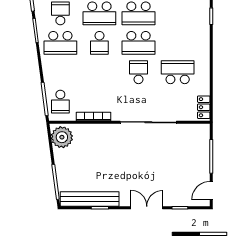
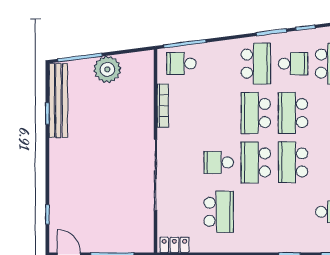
school desk: (60, 43) -> (256, 64), turned 180
school desk: (99, 43) -> (256, 113), width x1.85
school desk: (139, 72) -> (219, 162), turned 180
plant: (62, 137) -> (107, 69), moved
double door: (147, 208) -> (47, 173), removed

